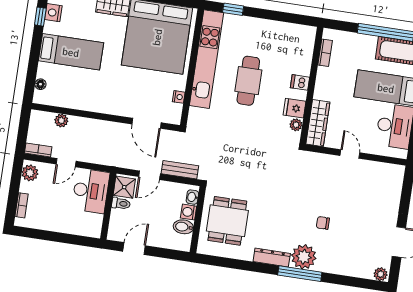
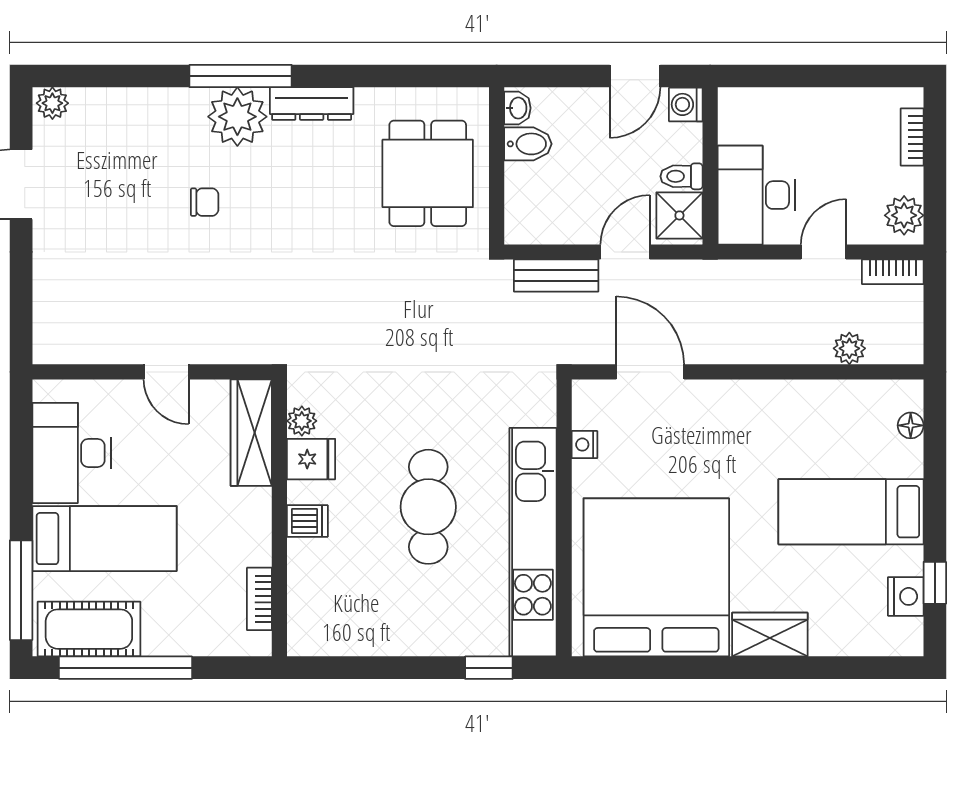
washbasin: (192, 197) -> (517, 108), moved
washing machine: (189, 212) -> (686, 104), moved, turned 180

